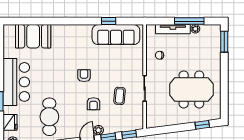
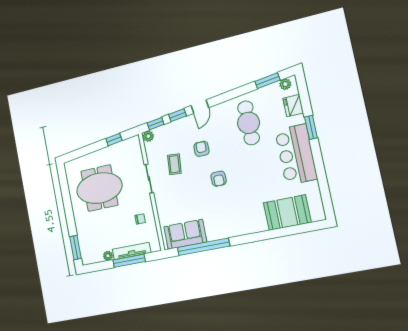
window: (109, 21) -> (203, 247), width x3.17
window: (189, 21) -> (129, 261), moved
sofa: (116, 35) -> (185, 234), width x0.73
window: (202, 125) -> (114, 140), moved
plant: (98, 130) -> (148, 136), moved

